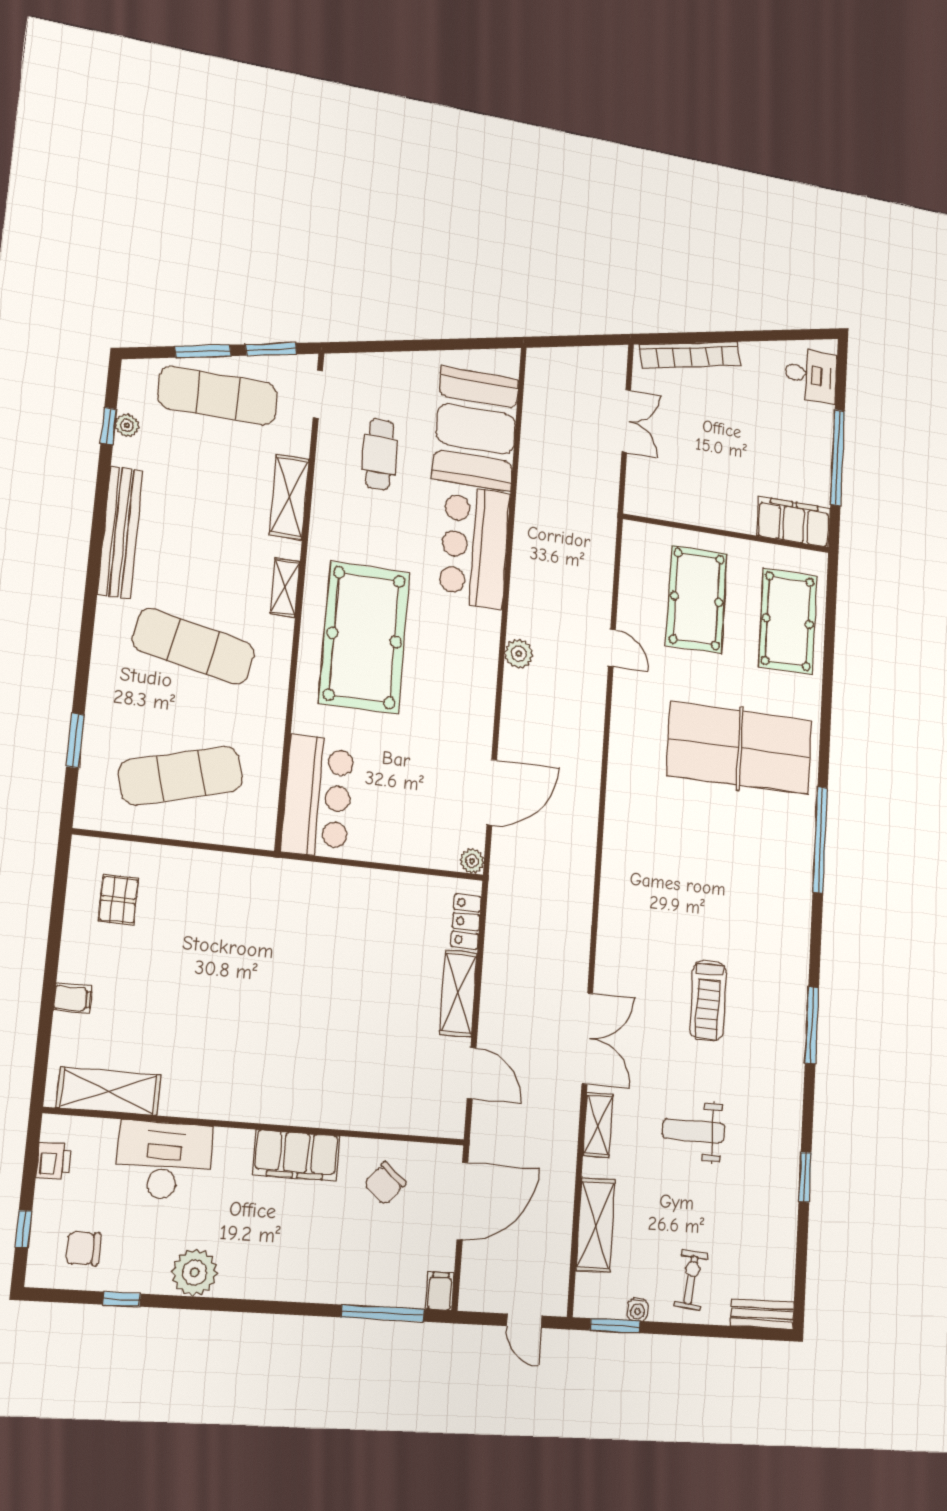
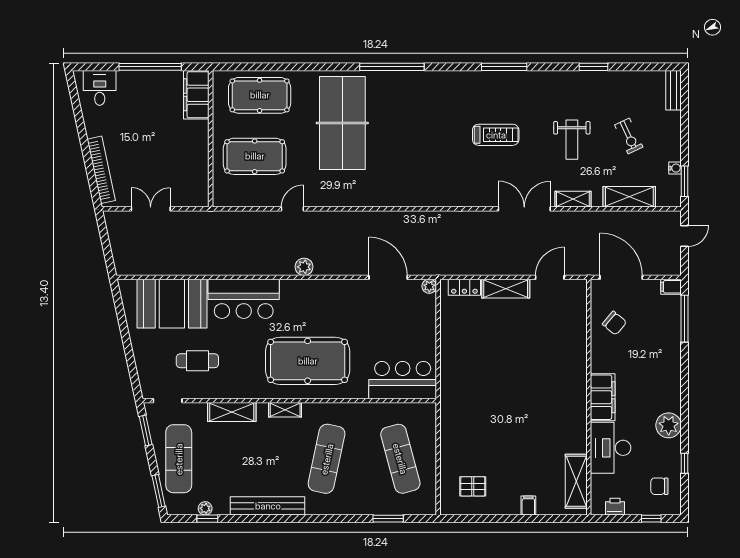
window: (203, 351) -> (159, 491), moved
filing cabinet: (296, 1155) -> (603, 397), moved
chair: (83, 1248) -> (659, 486), turned 90
exercise bike: (691, 1280) -> (629, 136), moved, turned -121

